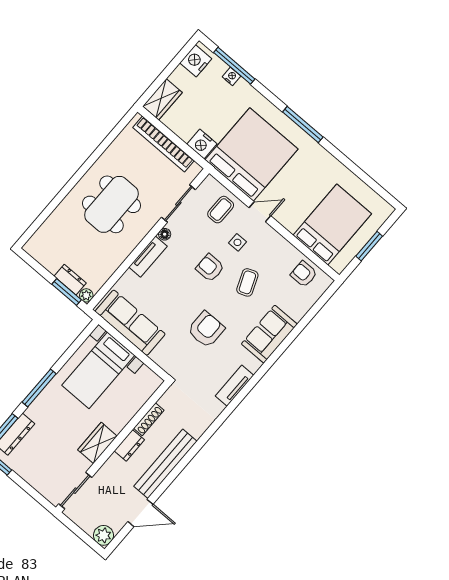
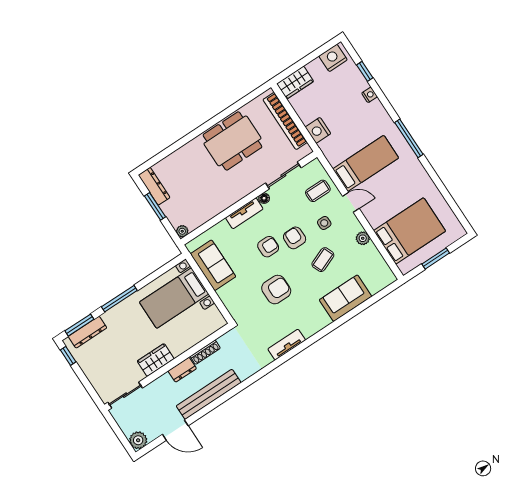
window: (234, 66) -> (365, 71), width x0.46
nightstand: (231, 76) -> (370, 95), moved
bed: (252, 154) -> (366, 163), width x0.49
dining table: (111, 204) -> (232, 141), moved
plant: (284, 247) -> (363, 238), added
armchair: (304, 274) -> (268, 247), moved, turned 90
dresser: (70, 280) -> (154, 186), moved, width x1.44
window: (67, 292) -> (155, 206), moved
sofa: (130, 323) -> (213, 265), width x0.73
sofa: (269, 334) -> (346, 298), moved

